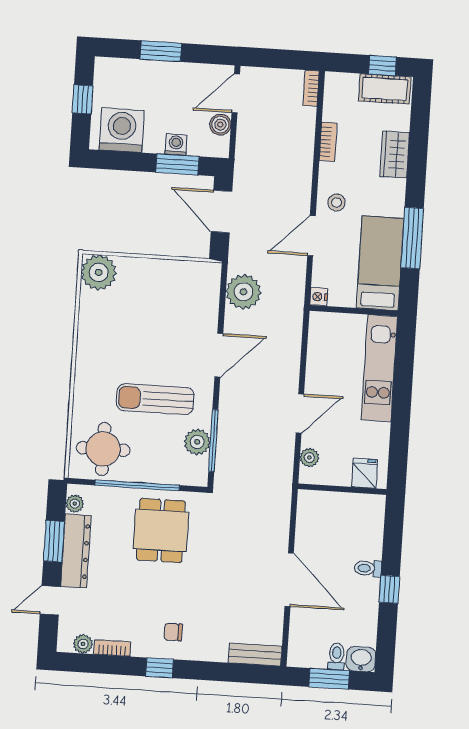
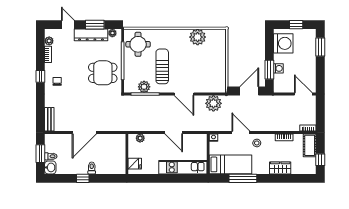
window: (161, 51) -> (320, 47), moved
cot: (385, 89) -> (310, 145), moved
boiler: (220, 125) -> (289, 88), removed
plant: (99, 272) -> (198, 37), moved
door: (300, 413) -> (174, 133), moved

